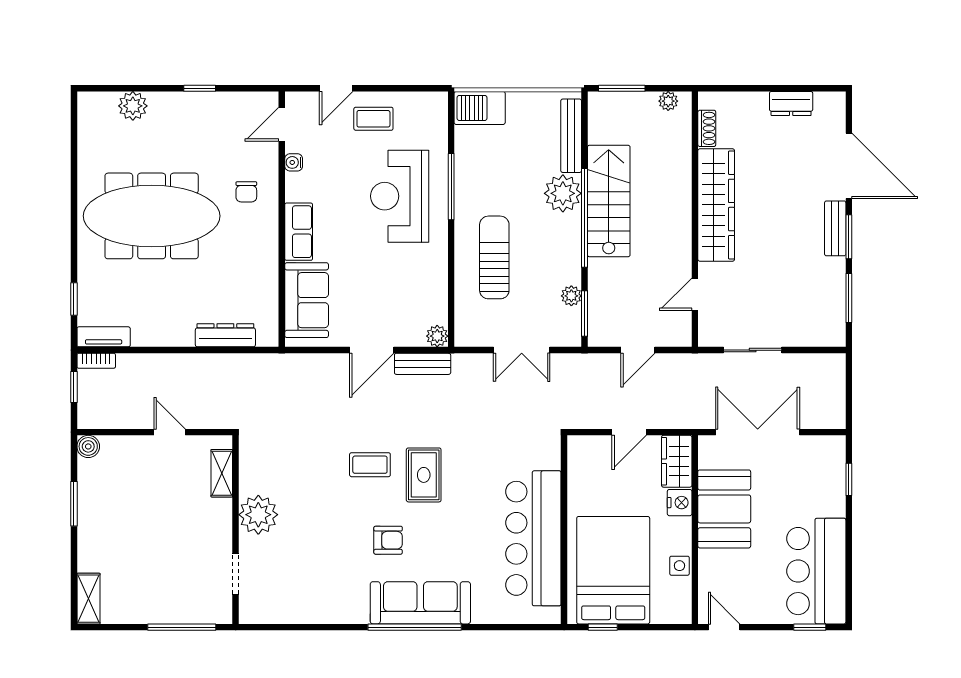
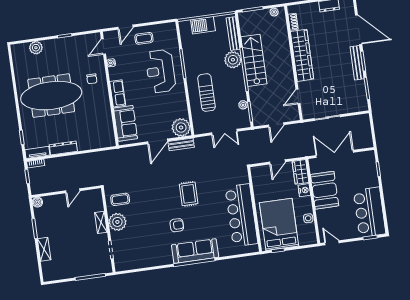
barbecue: (480, 108) -> (203, 25), moved
bench: (835, 228) -> (357, 63), width x1.36
dresser: (225, 335) -> (63, 148), moved
plant: (437, 336) -> (181, 128), width x1.87, depth x1.87
door: (170, 432) -> (73, 191), swing flipped
coffee table: (370, 465) -> (120, 199), moved
shelving: (222, 473) -> (101, 222), moved
shelving: (88, 599) -> (44, 249), moved

